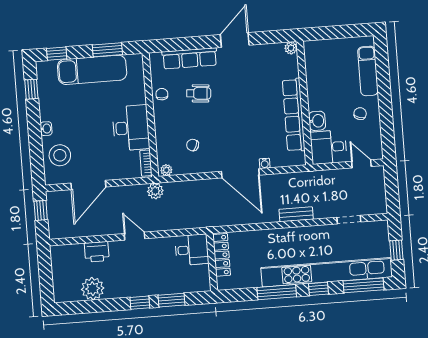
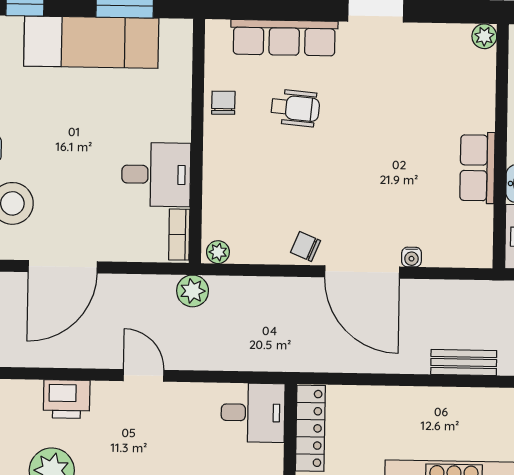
row of seats: (294, 115) -> (477, 168), width x0.50
desk: (131, 128) -> (156, 175), width x0.73
chair: (193, 145) -> (306, 246), moved

